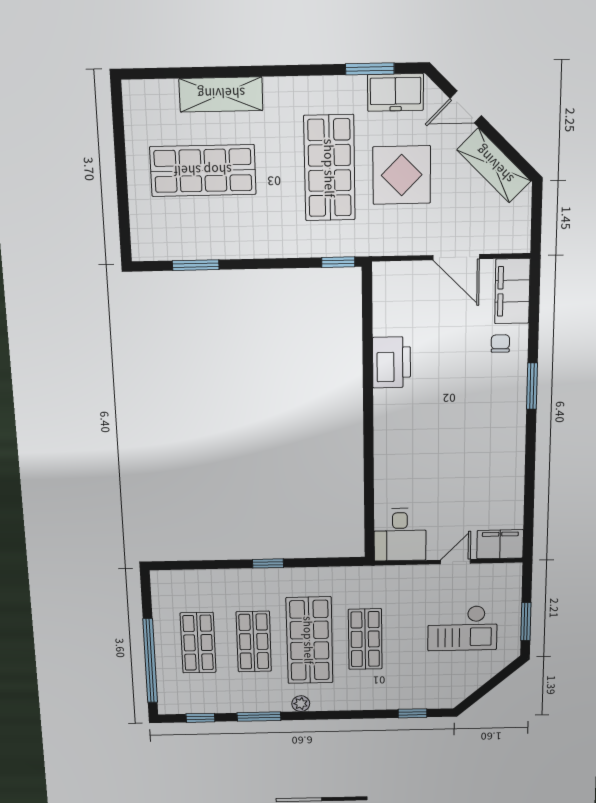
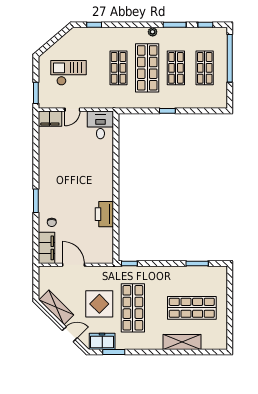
window: (526, 622) -> (36, 93), moved

